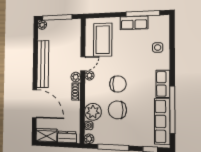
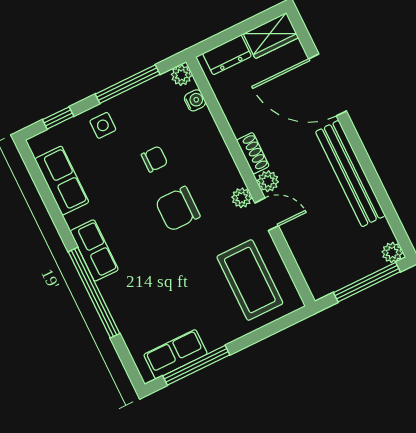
row of seats: (134, 23) -> (176, 354), moved
side table: (158, 48) -> (103, 125), moved
door: (83, 64) -> (267, 214), swing flipped
chair: (117, 110) -> (154, 159), width x0.54, depth x0.54
window: (172, 110) -> (94, 293), moved
plant: (93, 112) -> (200, 131), removed
row of seats: (162, 121) -> (62, 181), width x0.68

